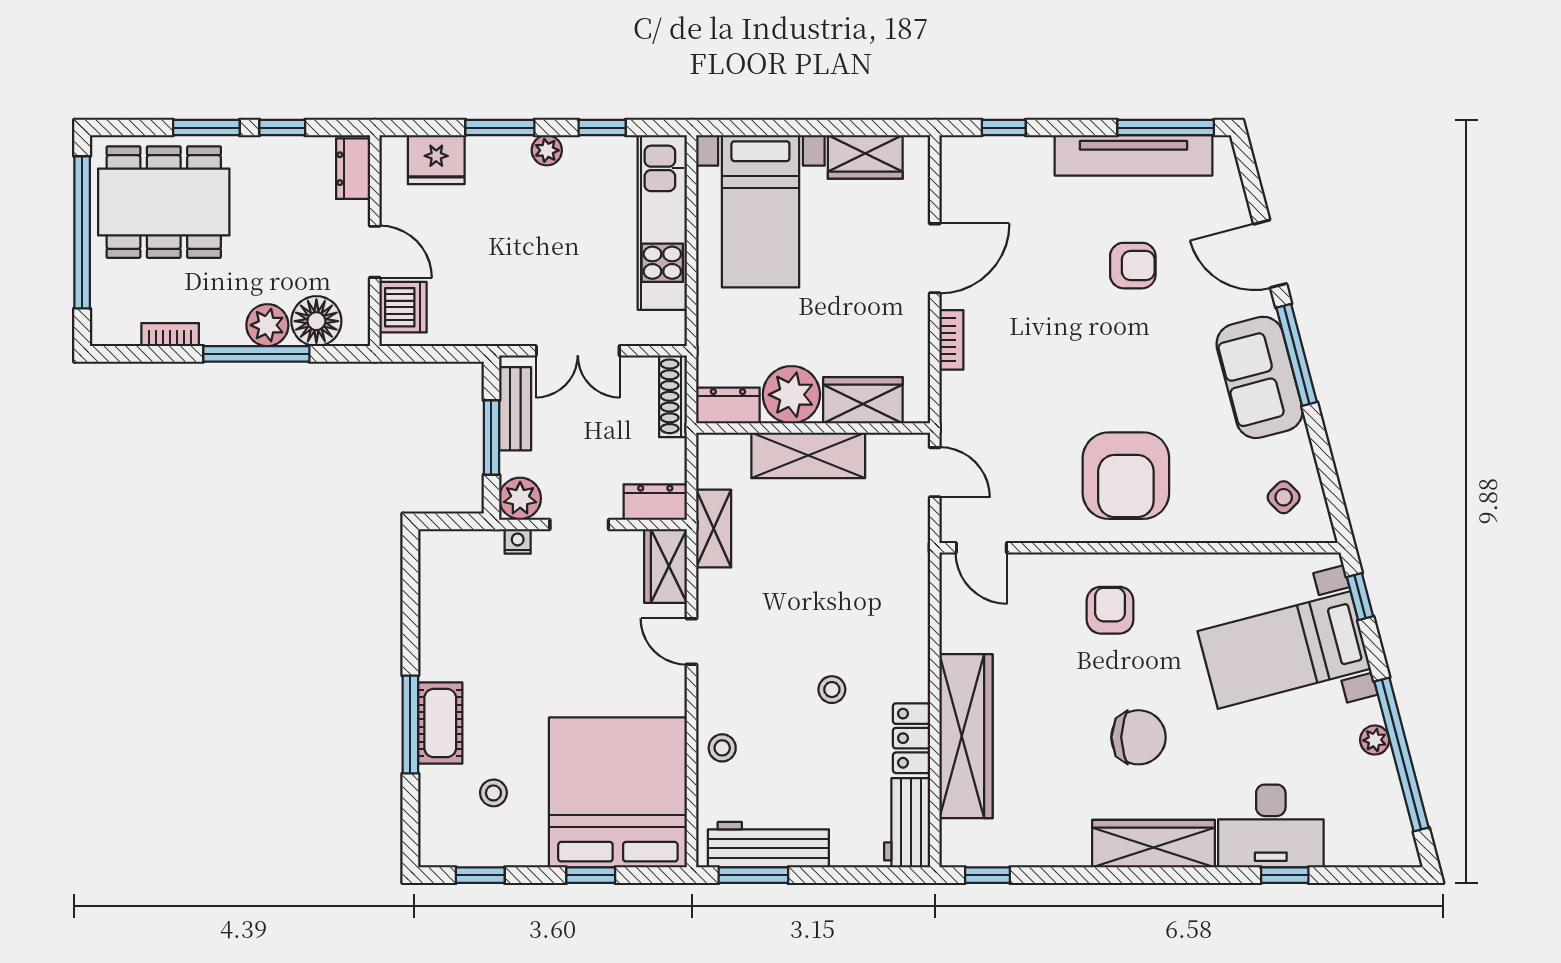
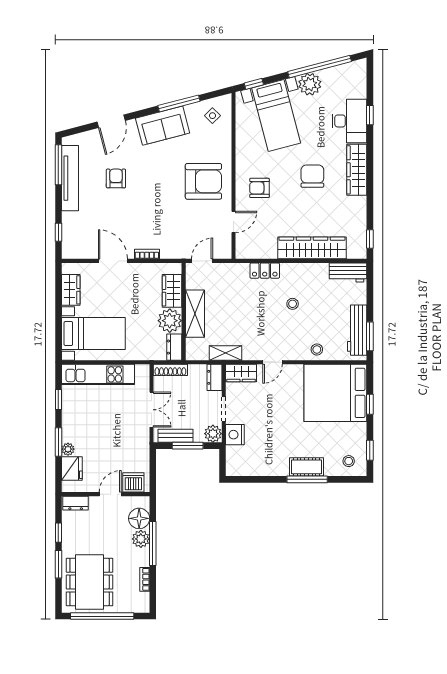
plant: (547, 150) -> (68, 449), moved
window: (1297, 355) -> (179, 103), moved
nightstand: (518, 541) -> (235, 435), width x1.89, depth x1.79
door: (981, 548) -> (233, 222), moved
locker: (912, 738) -> (265, 271), moved
plant: (1375, 740) -> (310, 84), width x1.87, depth x1.87
stool: (493, 793) -> (349, 461), moved

